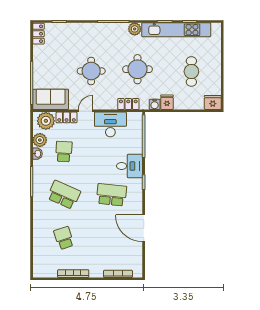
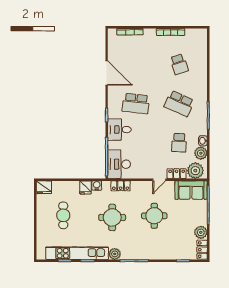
plant: (40, 53) -> (201, 232), added
desk: (110, 124) -> (119, 164), moved, turned 90

